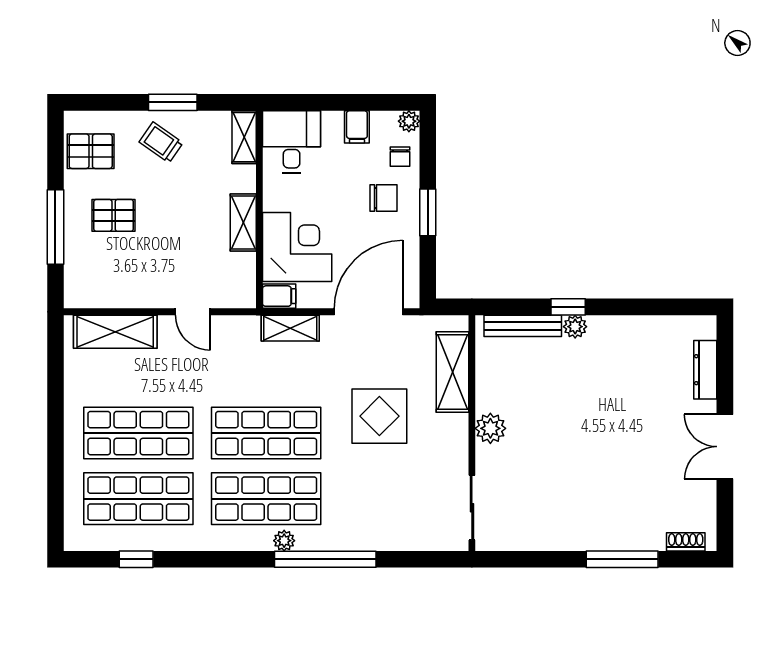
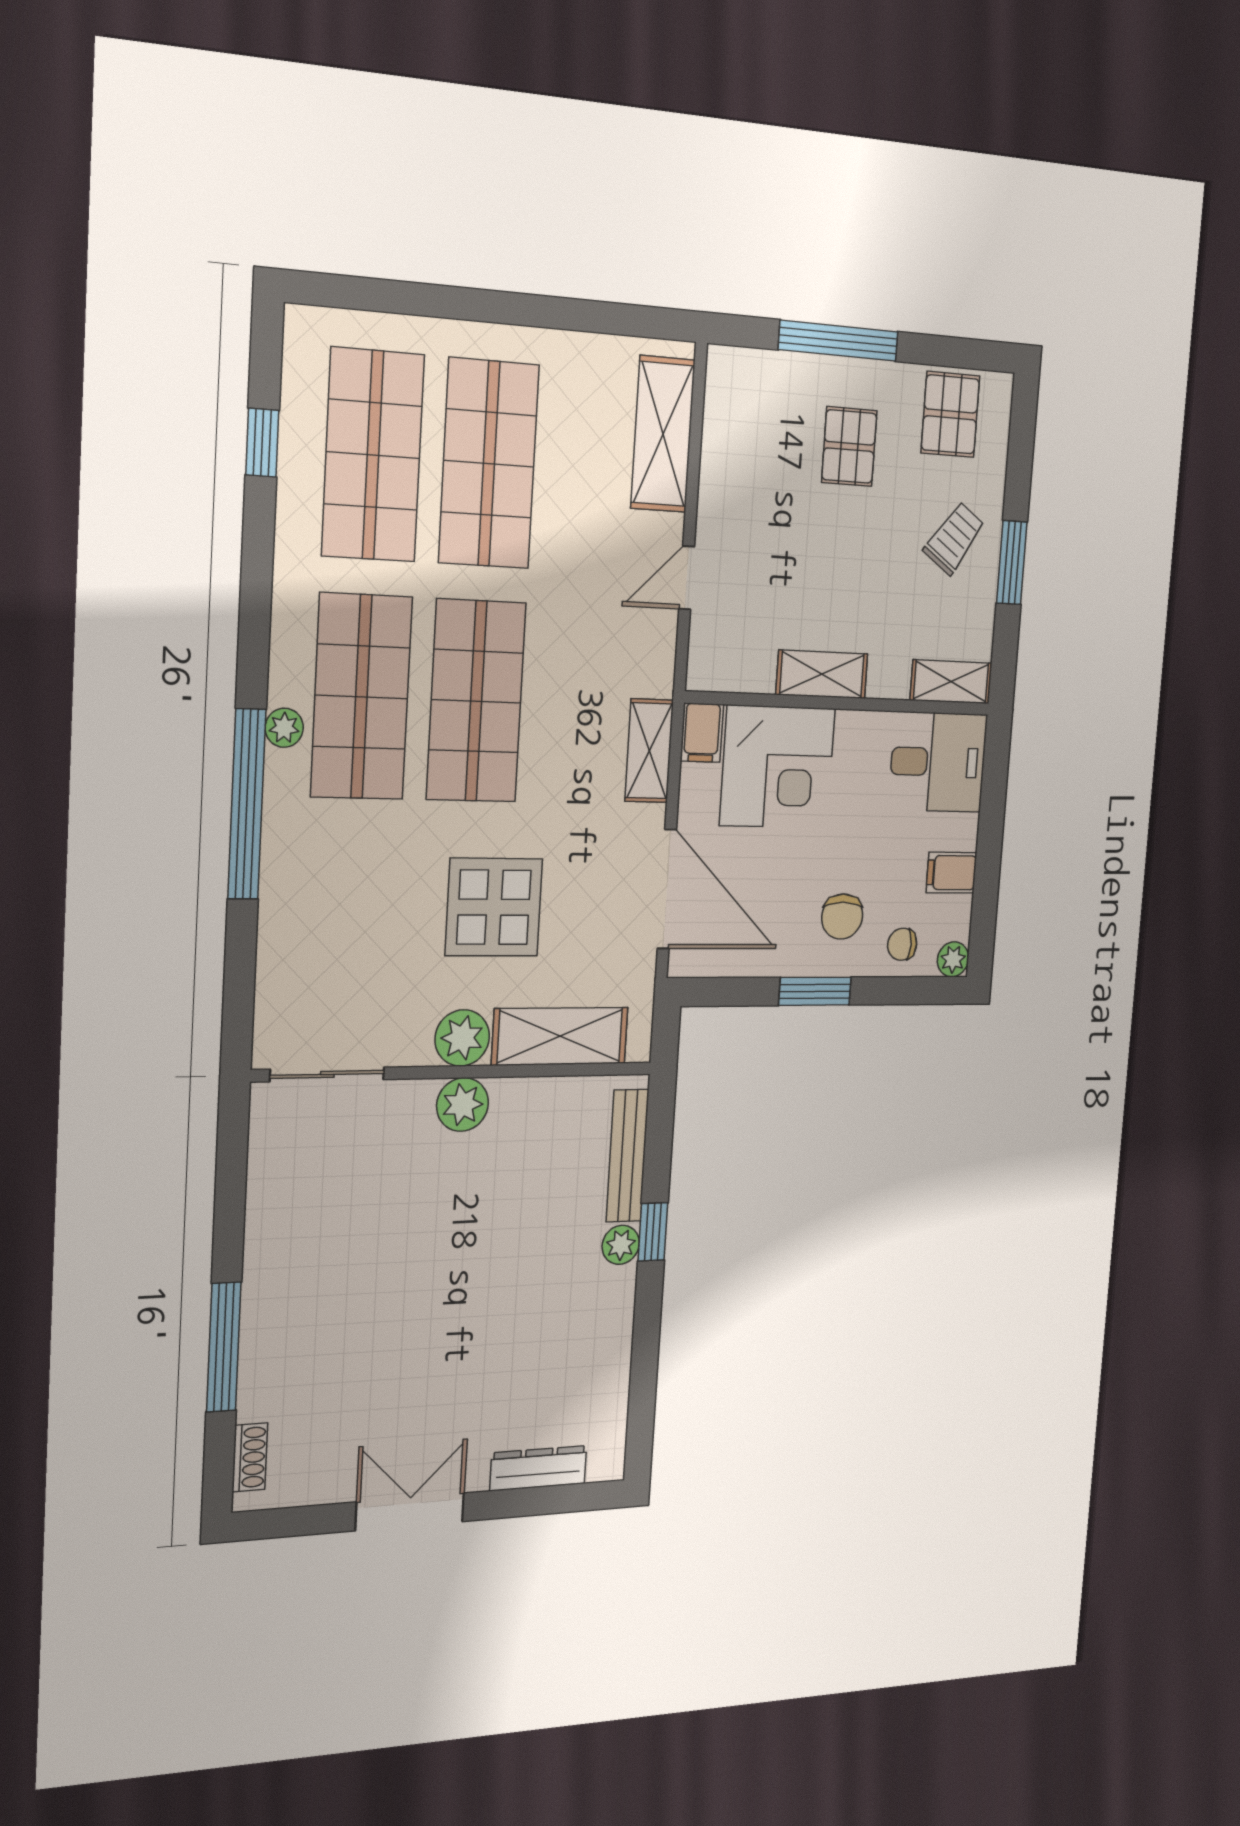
plant: (453, 431) -> (462, 1038), added

